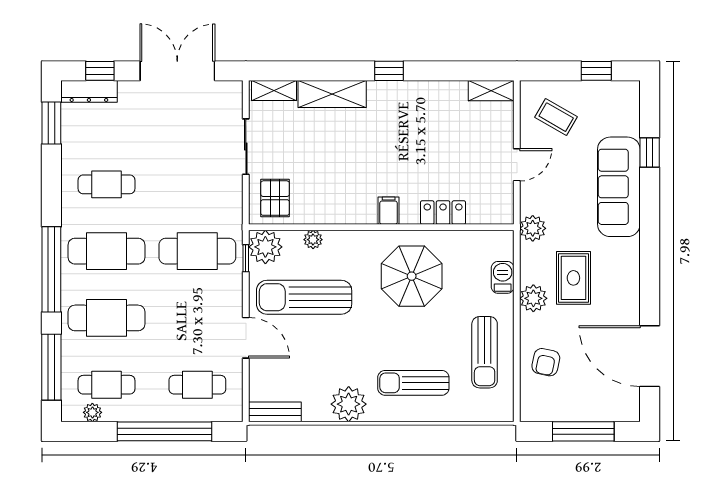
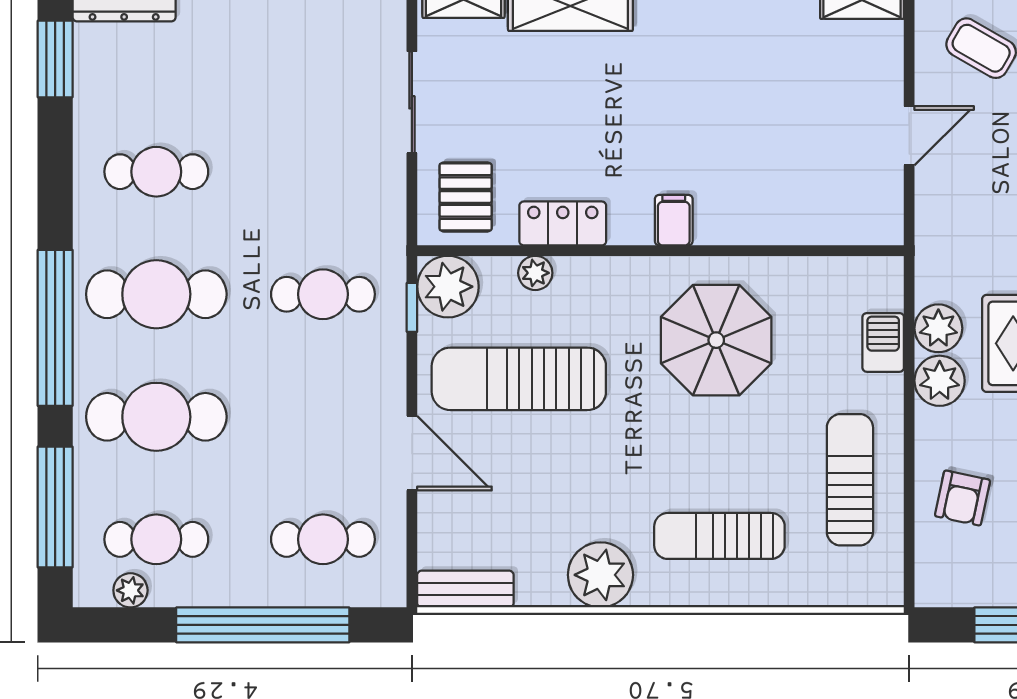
locker: (443, 213) -> (563, 223), moved
plant: (533, 228) -> (938, 328), moved
cafe table: (197, 251) -> (323, 294), width x0.73, depth x0.74
sun lounger: (485, 352) -> (850, 480), turned 180

